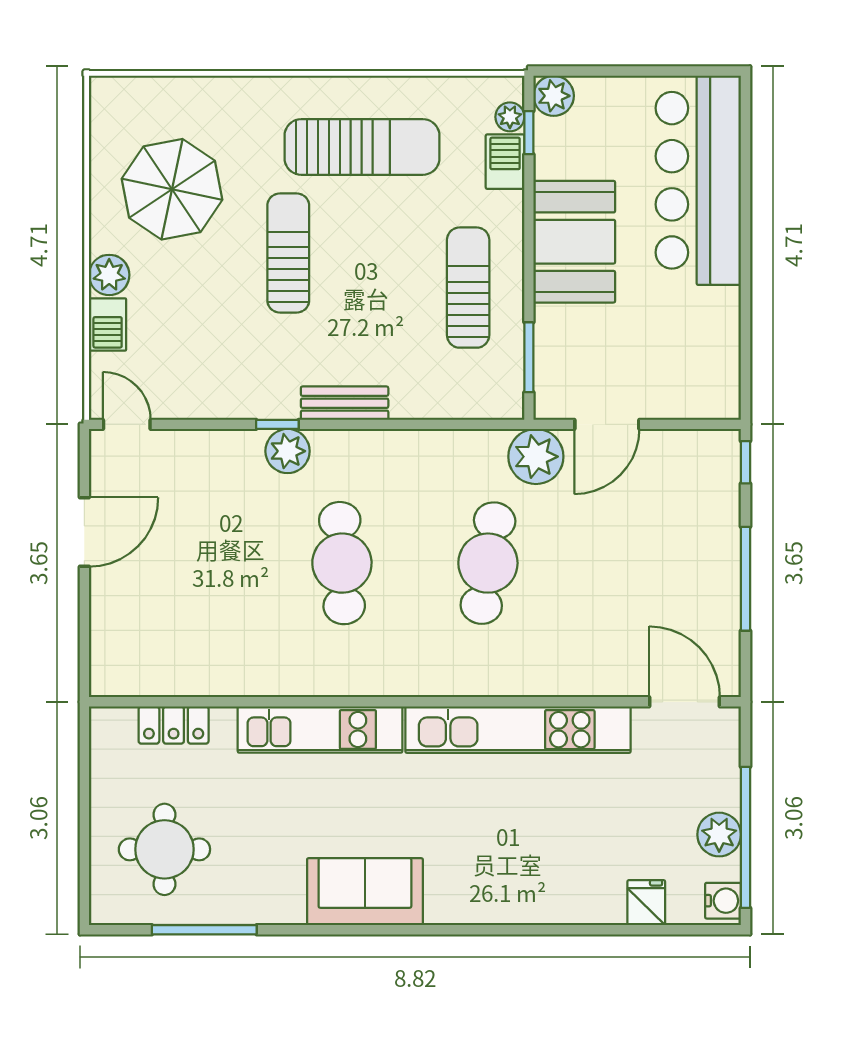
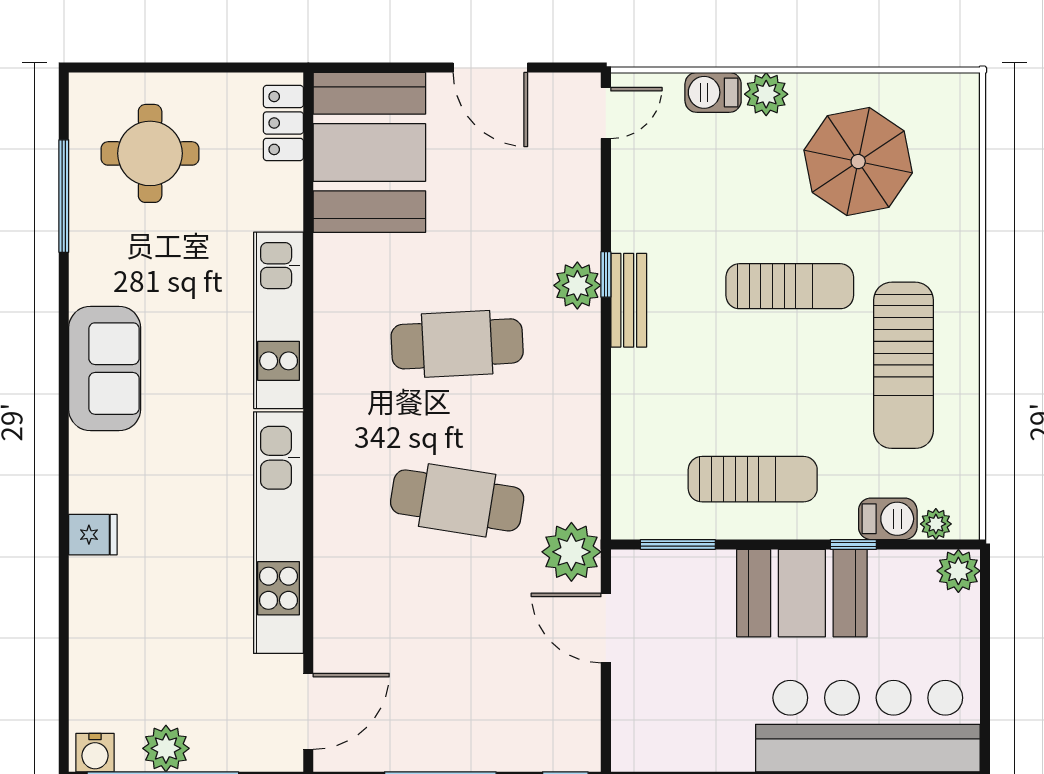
window: (529, 133) -> (853, 544), moved
bench: (345, 403) -> (629, 300), moved
booth: (164, 645) -> (369, 152), added
locker: (174, 725) -> (283, 123), moved
fridge: (646, 903) -> (93, 535), moved

